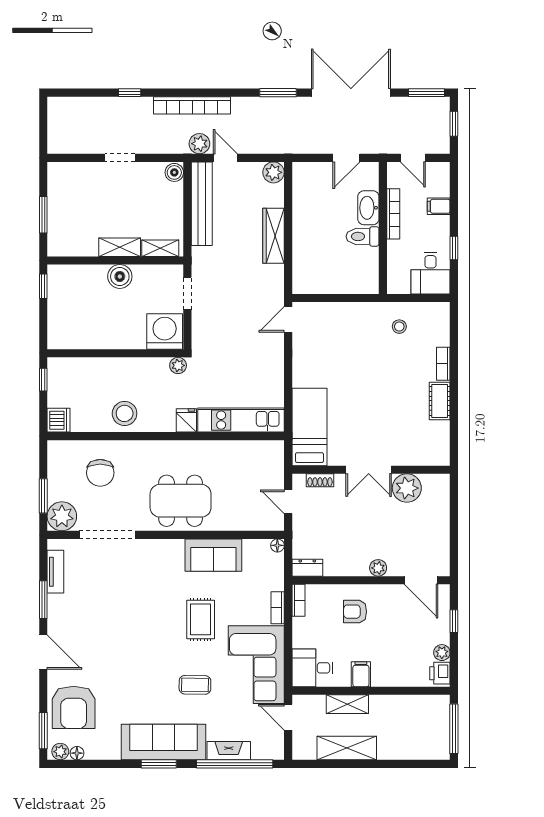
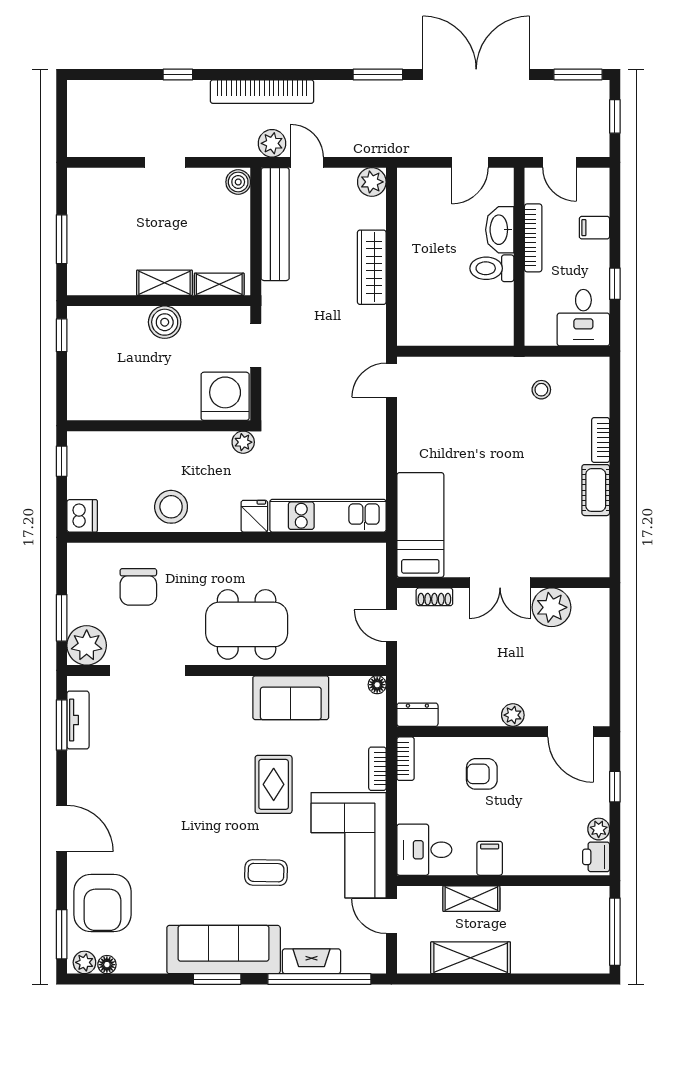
window: (43, 600) -> (62, 725), moved

